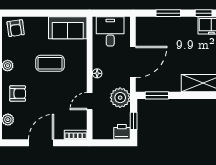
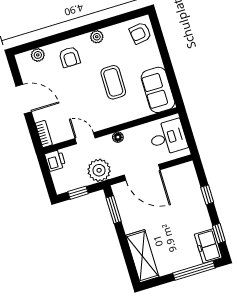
window: (168, 13) -> (207, 195), width x0.67
printer: (122, 132) -> (55, 160), moved

